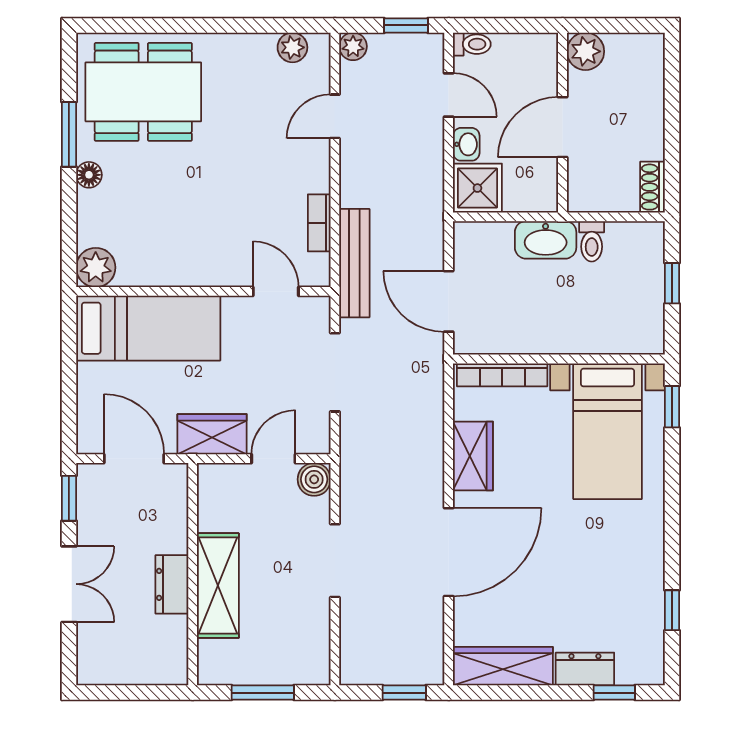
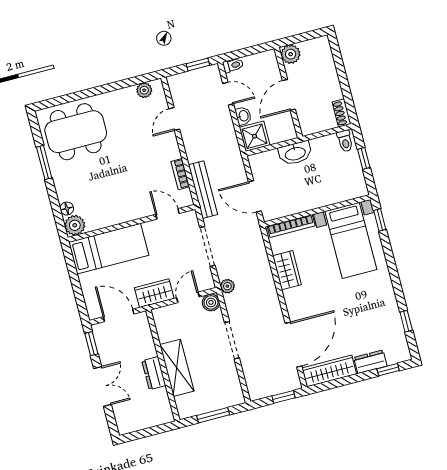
plant: (353, 46) -> (227, 286), moved
floor lamp: (89, 175) -> (67, 209), moved
toilet: (592, 241) -> (345, 141), moved
door: (449, 552) -> (294, 345), moved

